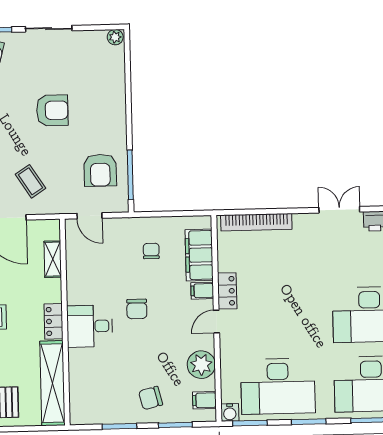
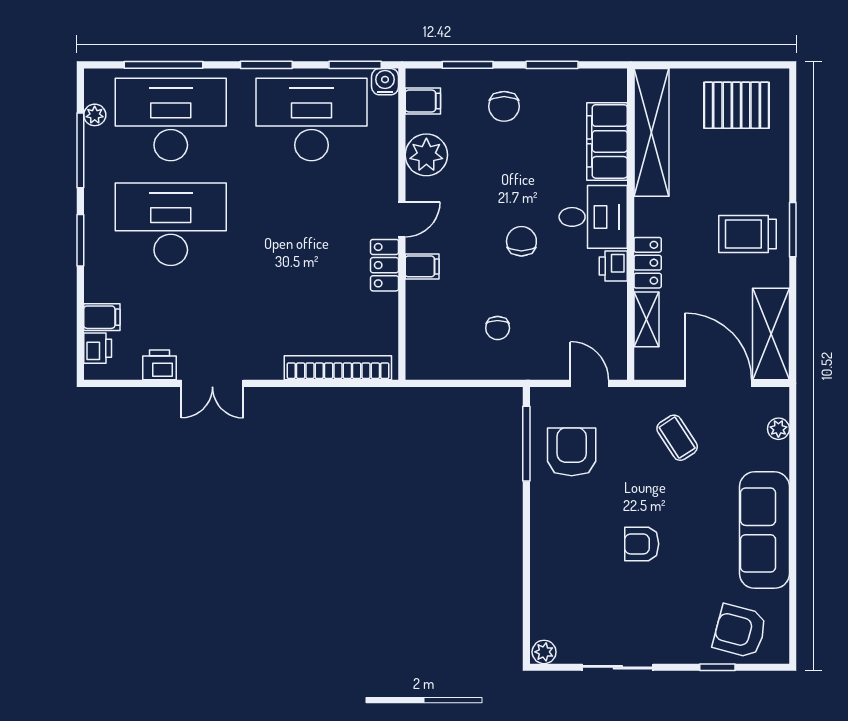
sliding door: (49, 29) -> (618, 667), moved
armchair: (52, 110) -> (642, 544), width x0.72, depth x0.72
filing cabinet: (199, 255) -> (607, 141), moved, turned 180
printer: (76, 294) -> (613, 266), added
locker: (53, 321) -> (648, 263), moved
chair: (151, 398) -> (504, 106), turned 104

